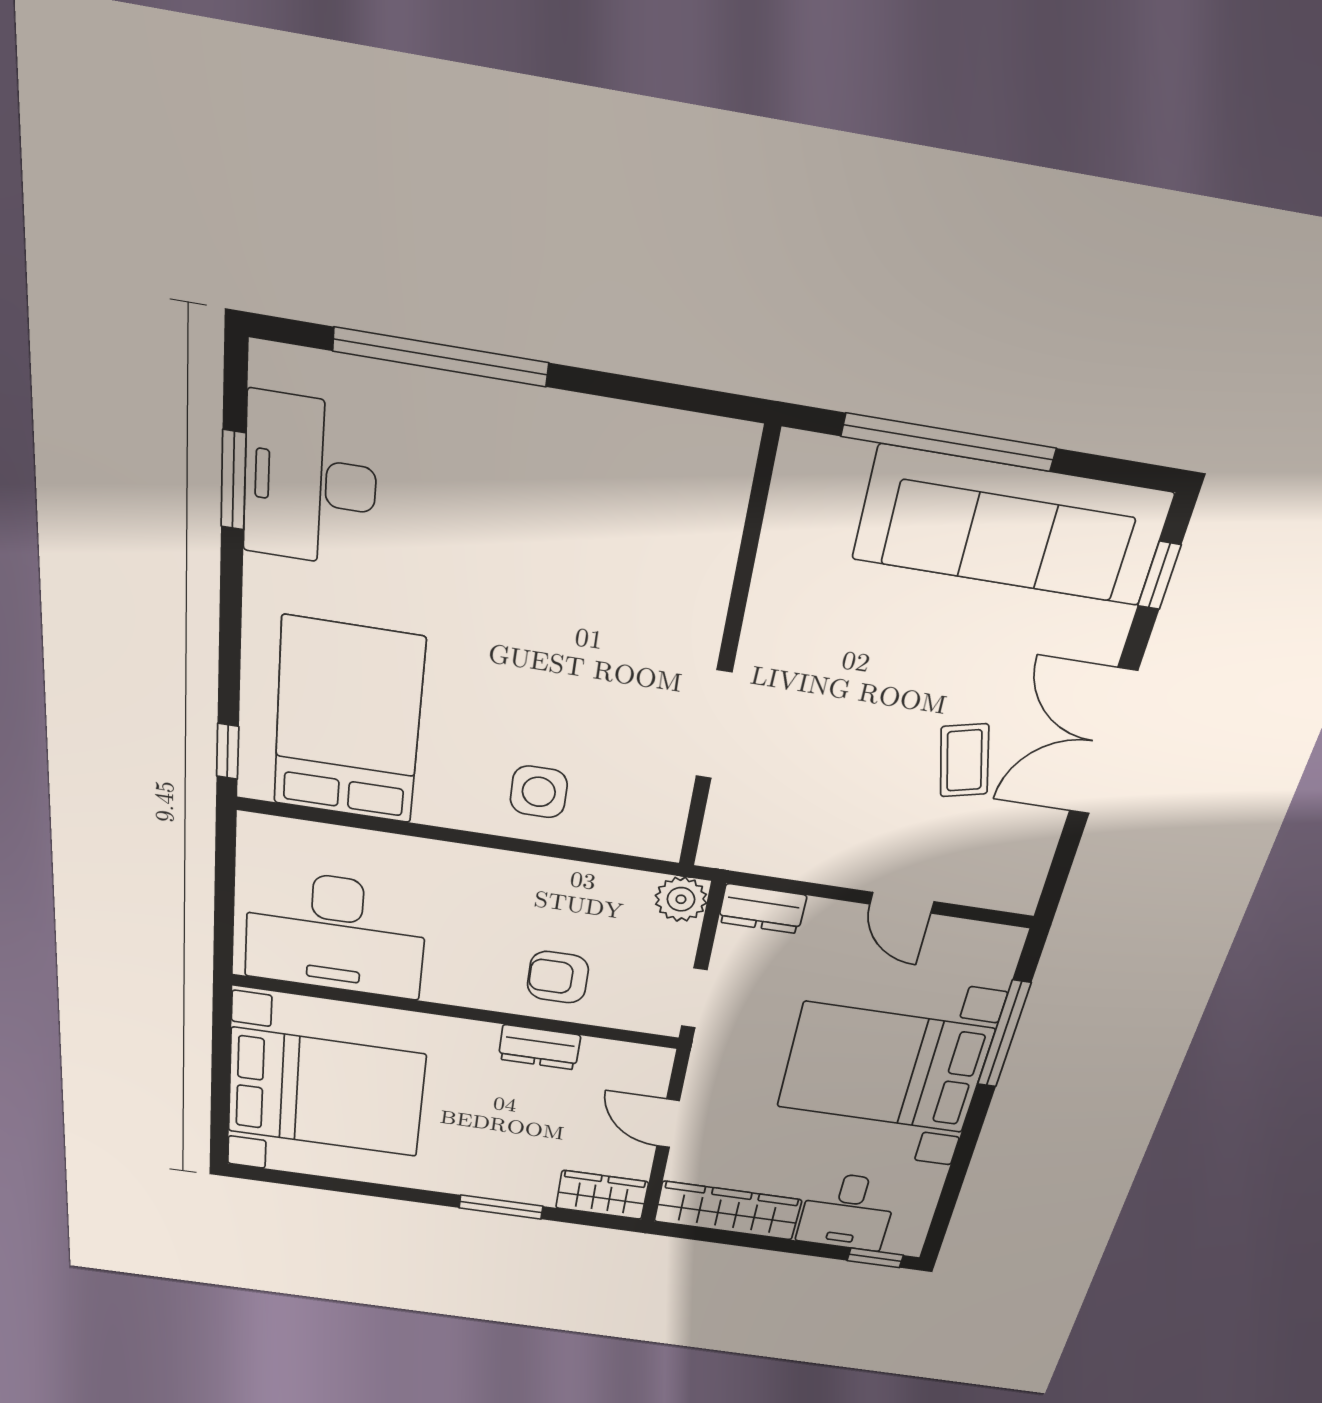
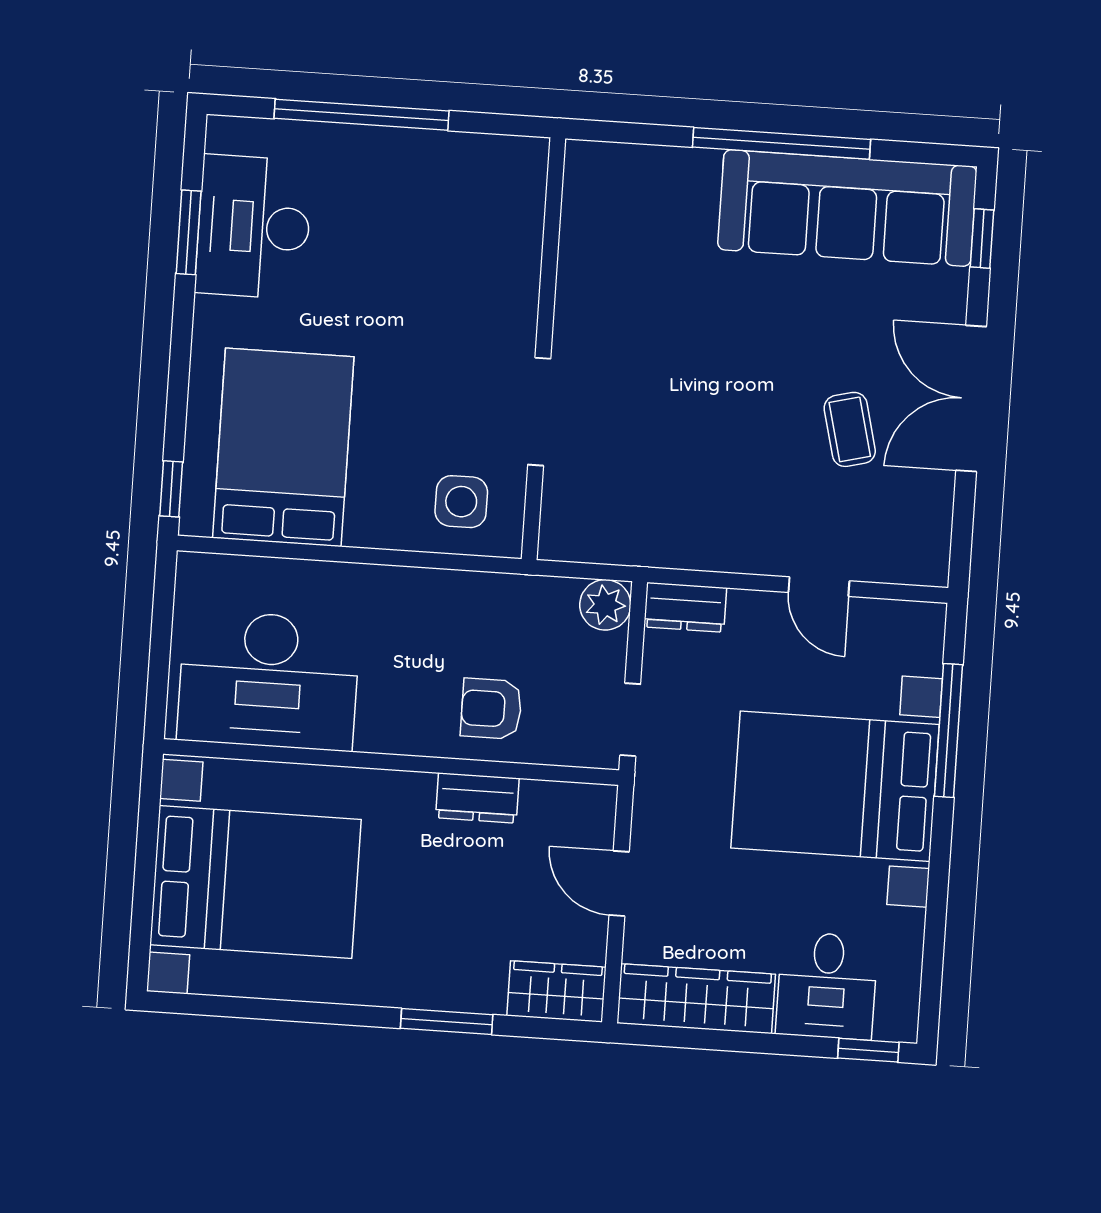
wall: (726, 661) -> (543, 349), moved
doorway: (714, 725) -> (539, 412), moved

